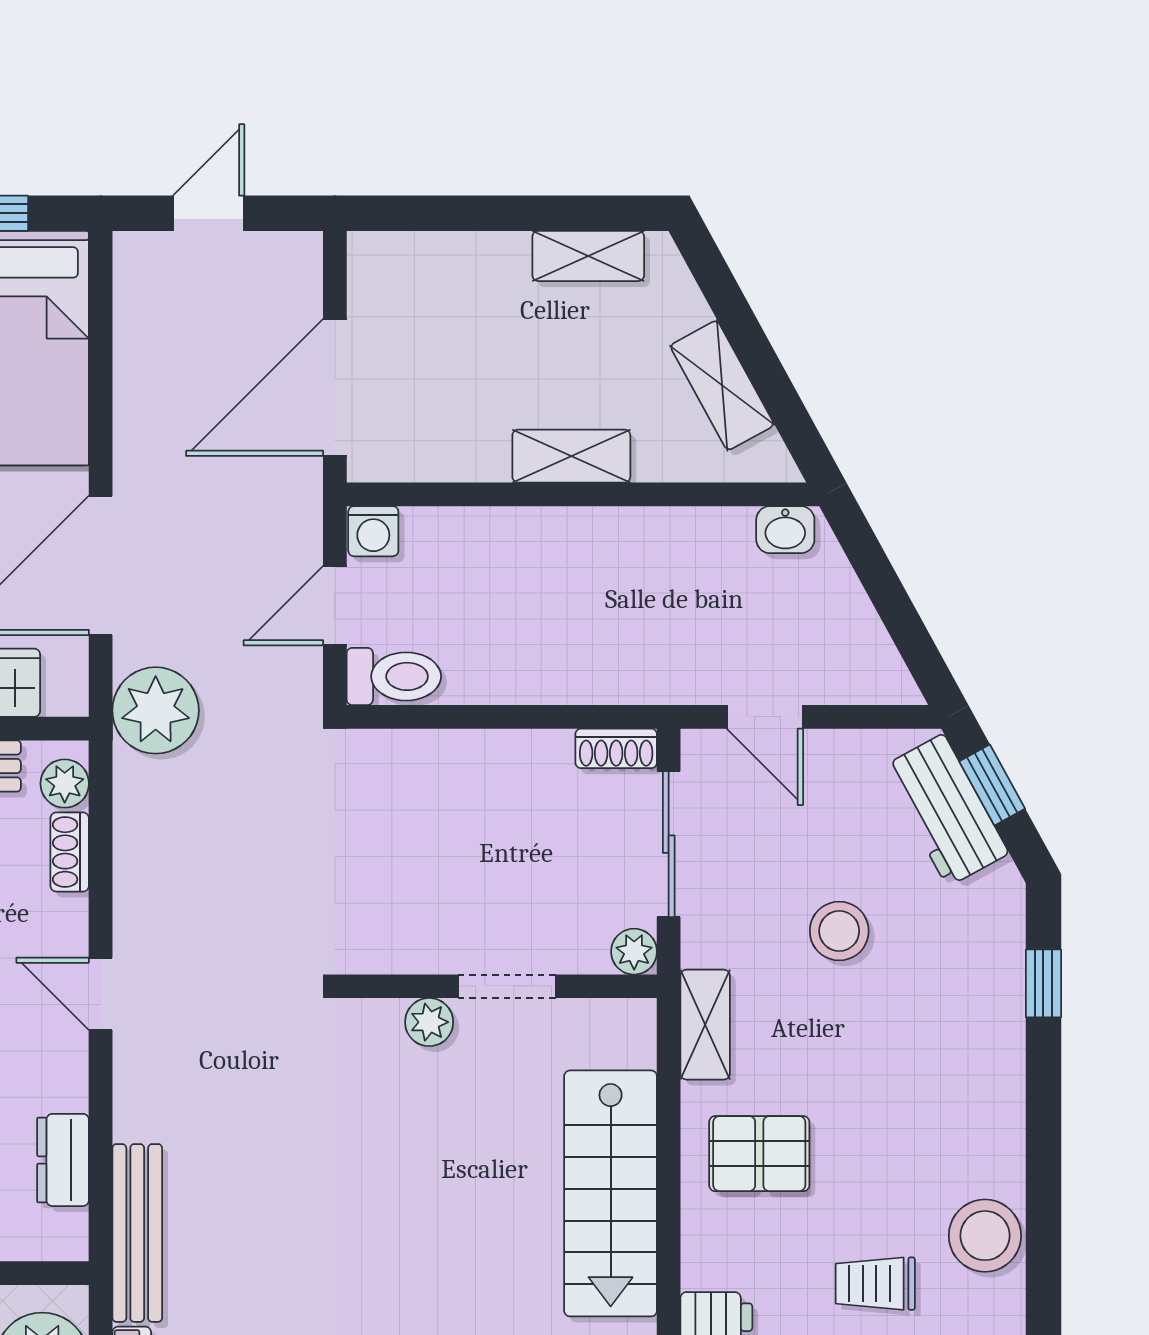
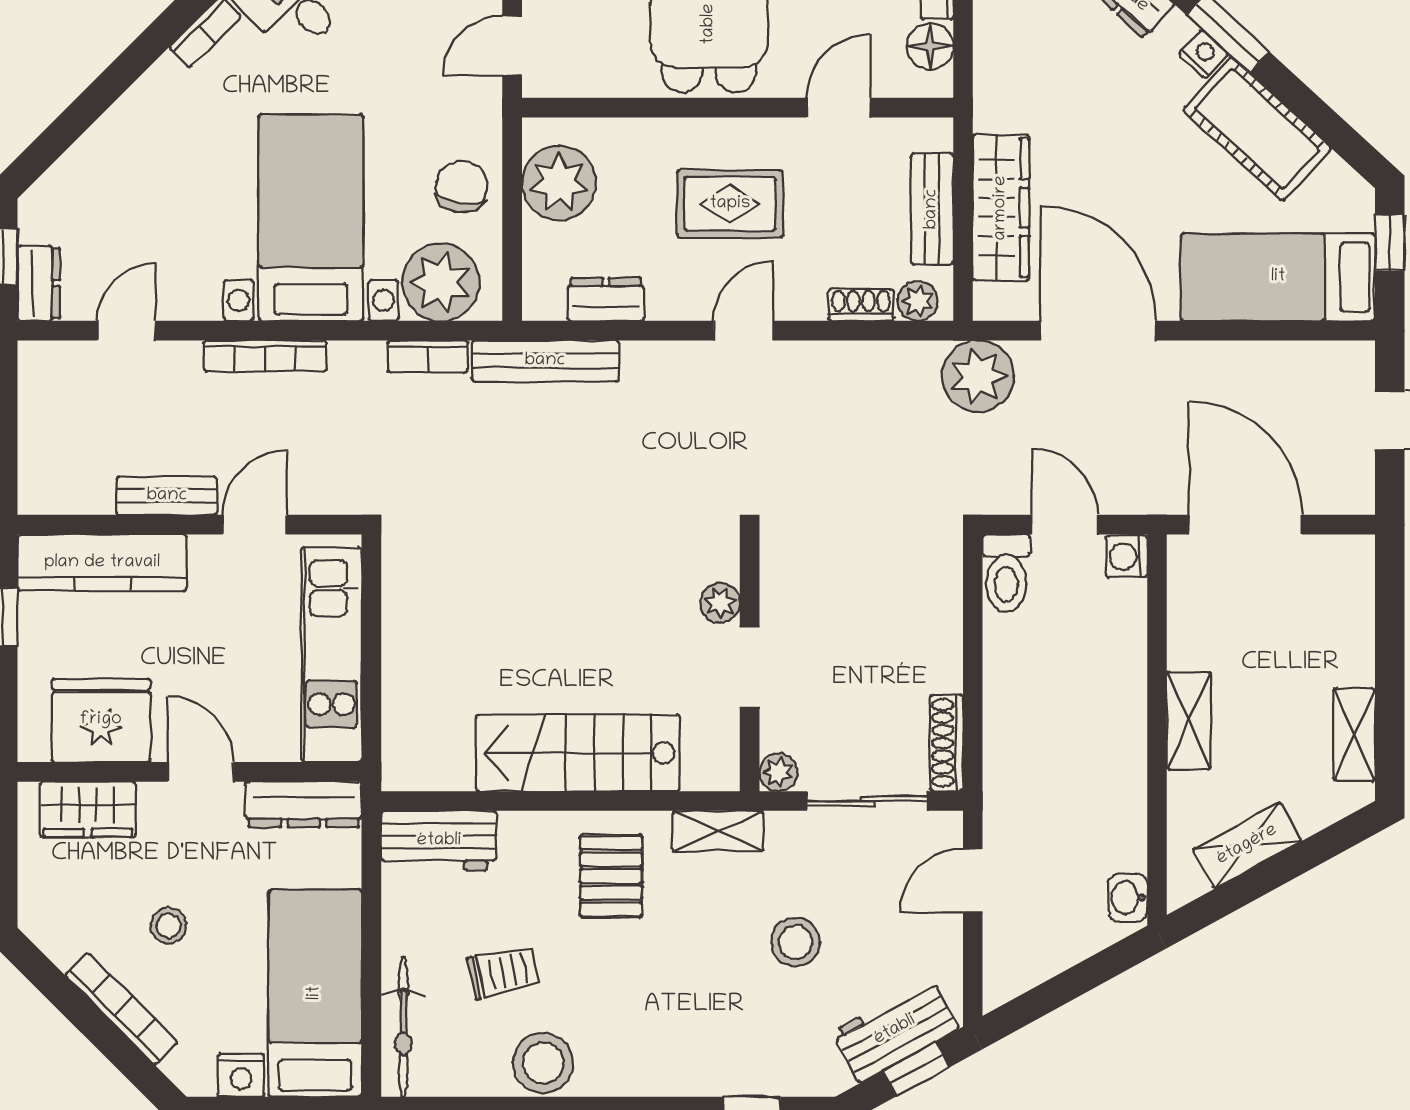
shoe rack: (616, 748) -> (947, 743), width x1.43
trolley: (875, 1284) -> (503, 972), turned 78

